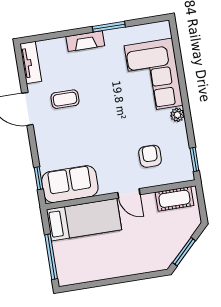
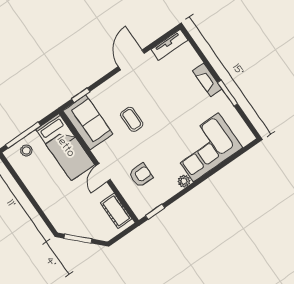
coffee table: (65, 99) -> (132, 119), moved
stool: (68, 261) -> (26, 150), added

